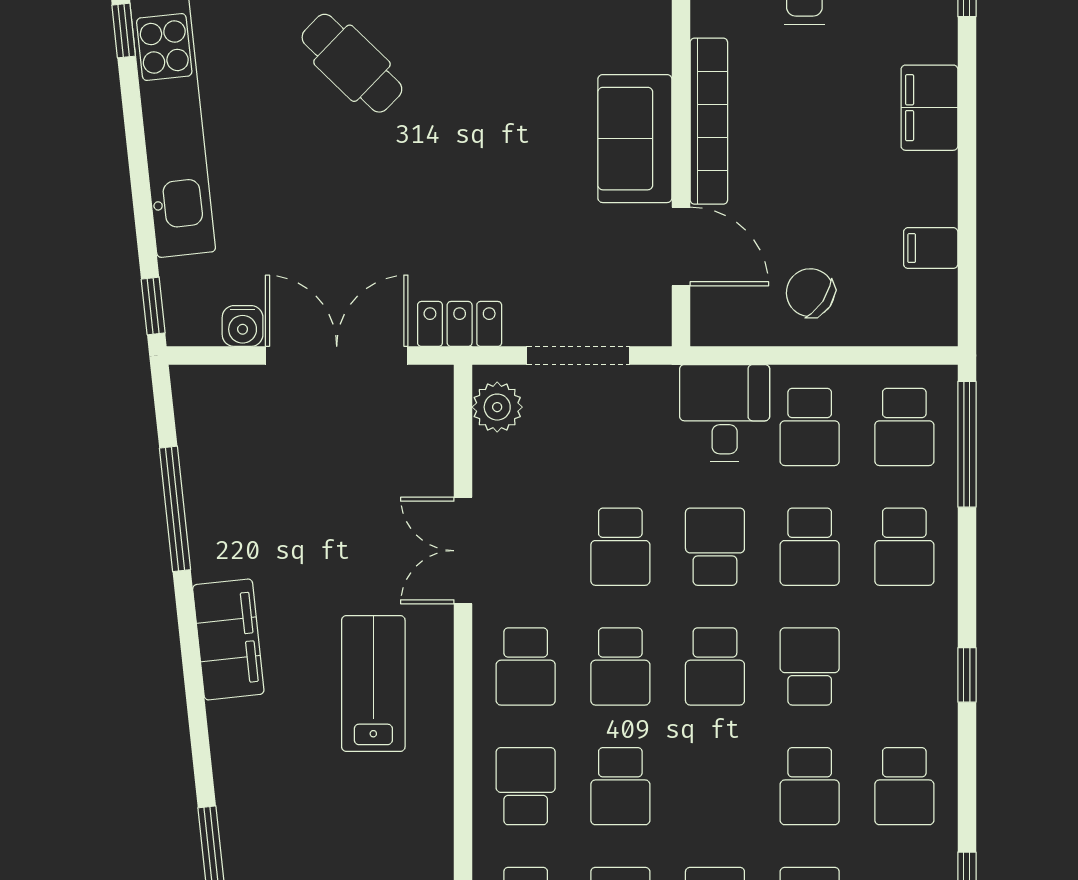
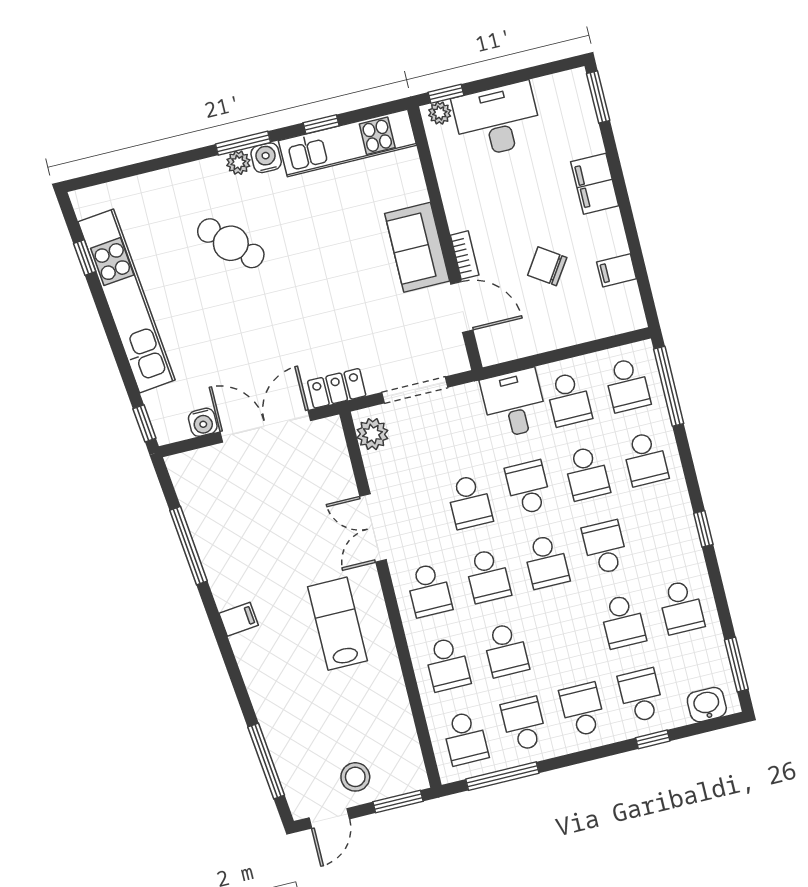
bookcase: (709, 121) -> (465, 255), width x0.43, depth x0.76
chair: (810, 293) -> (547, 266), moved
filing cabinet: (228, 639) -> (239, 619), width x0.33, depth x0.86
school desk: (526, 786) -> (447, 664), turned 180

